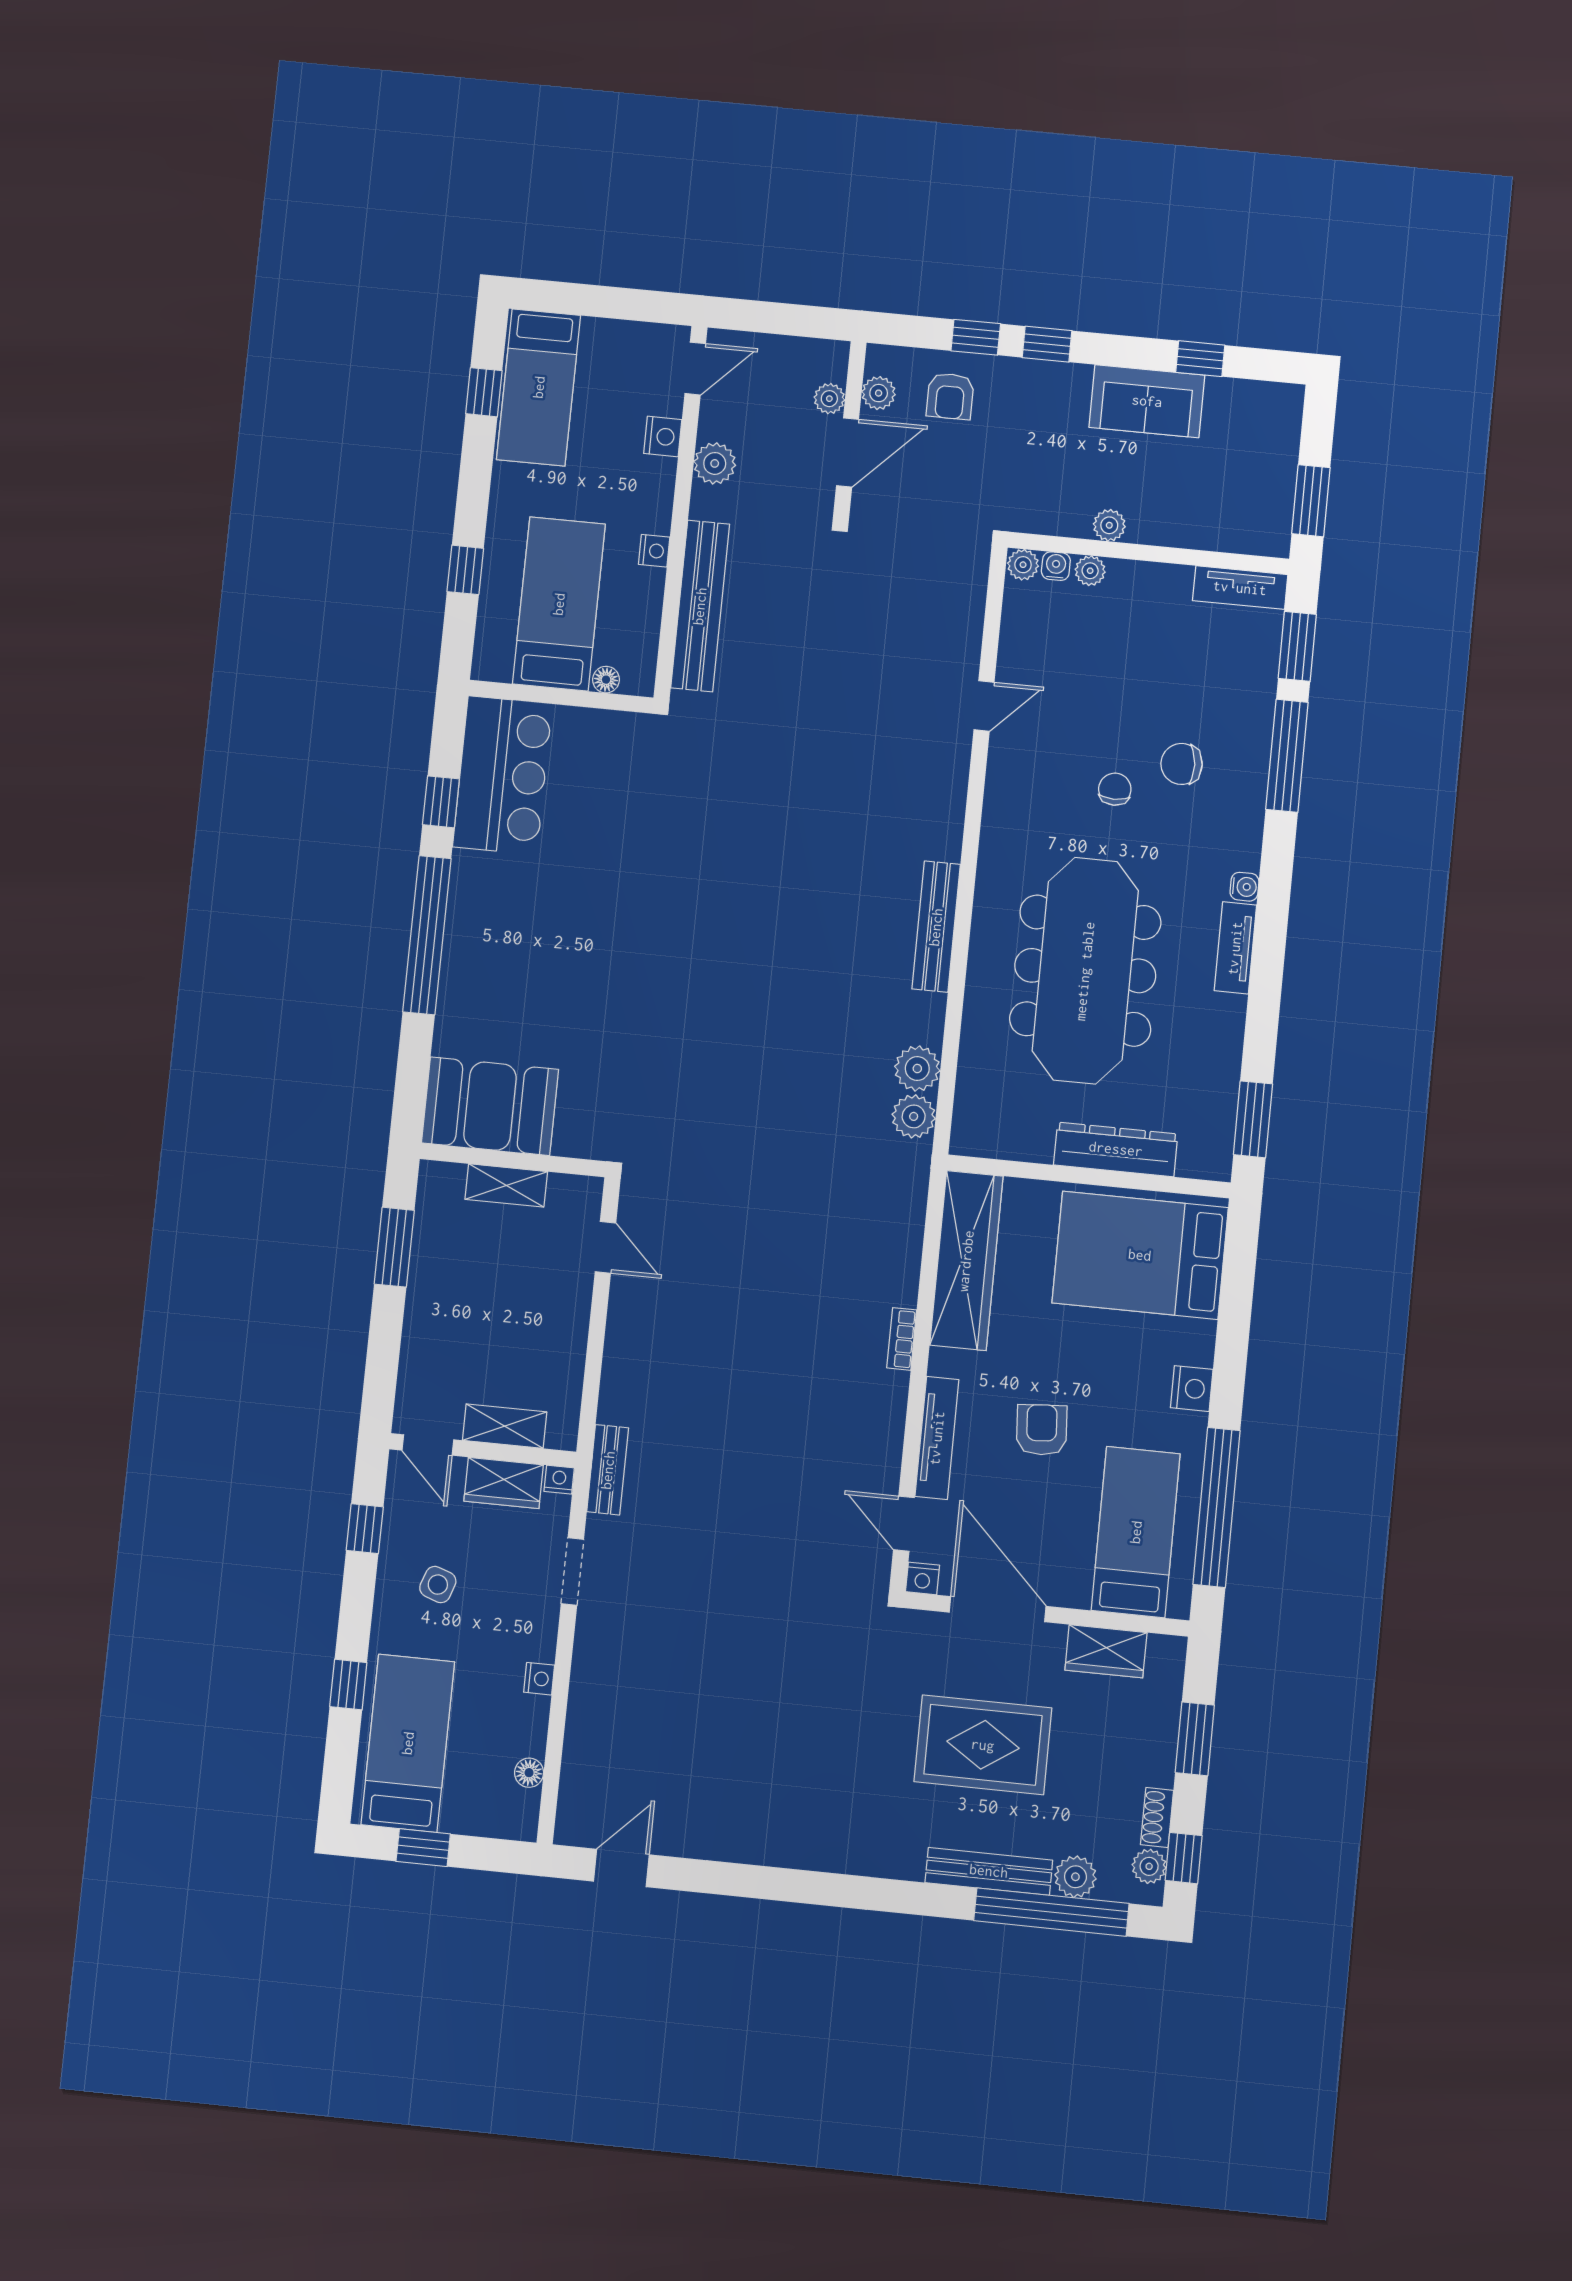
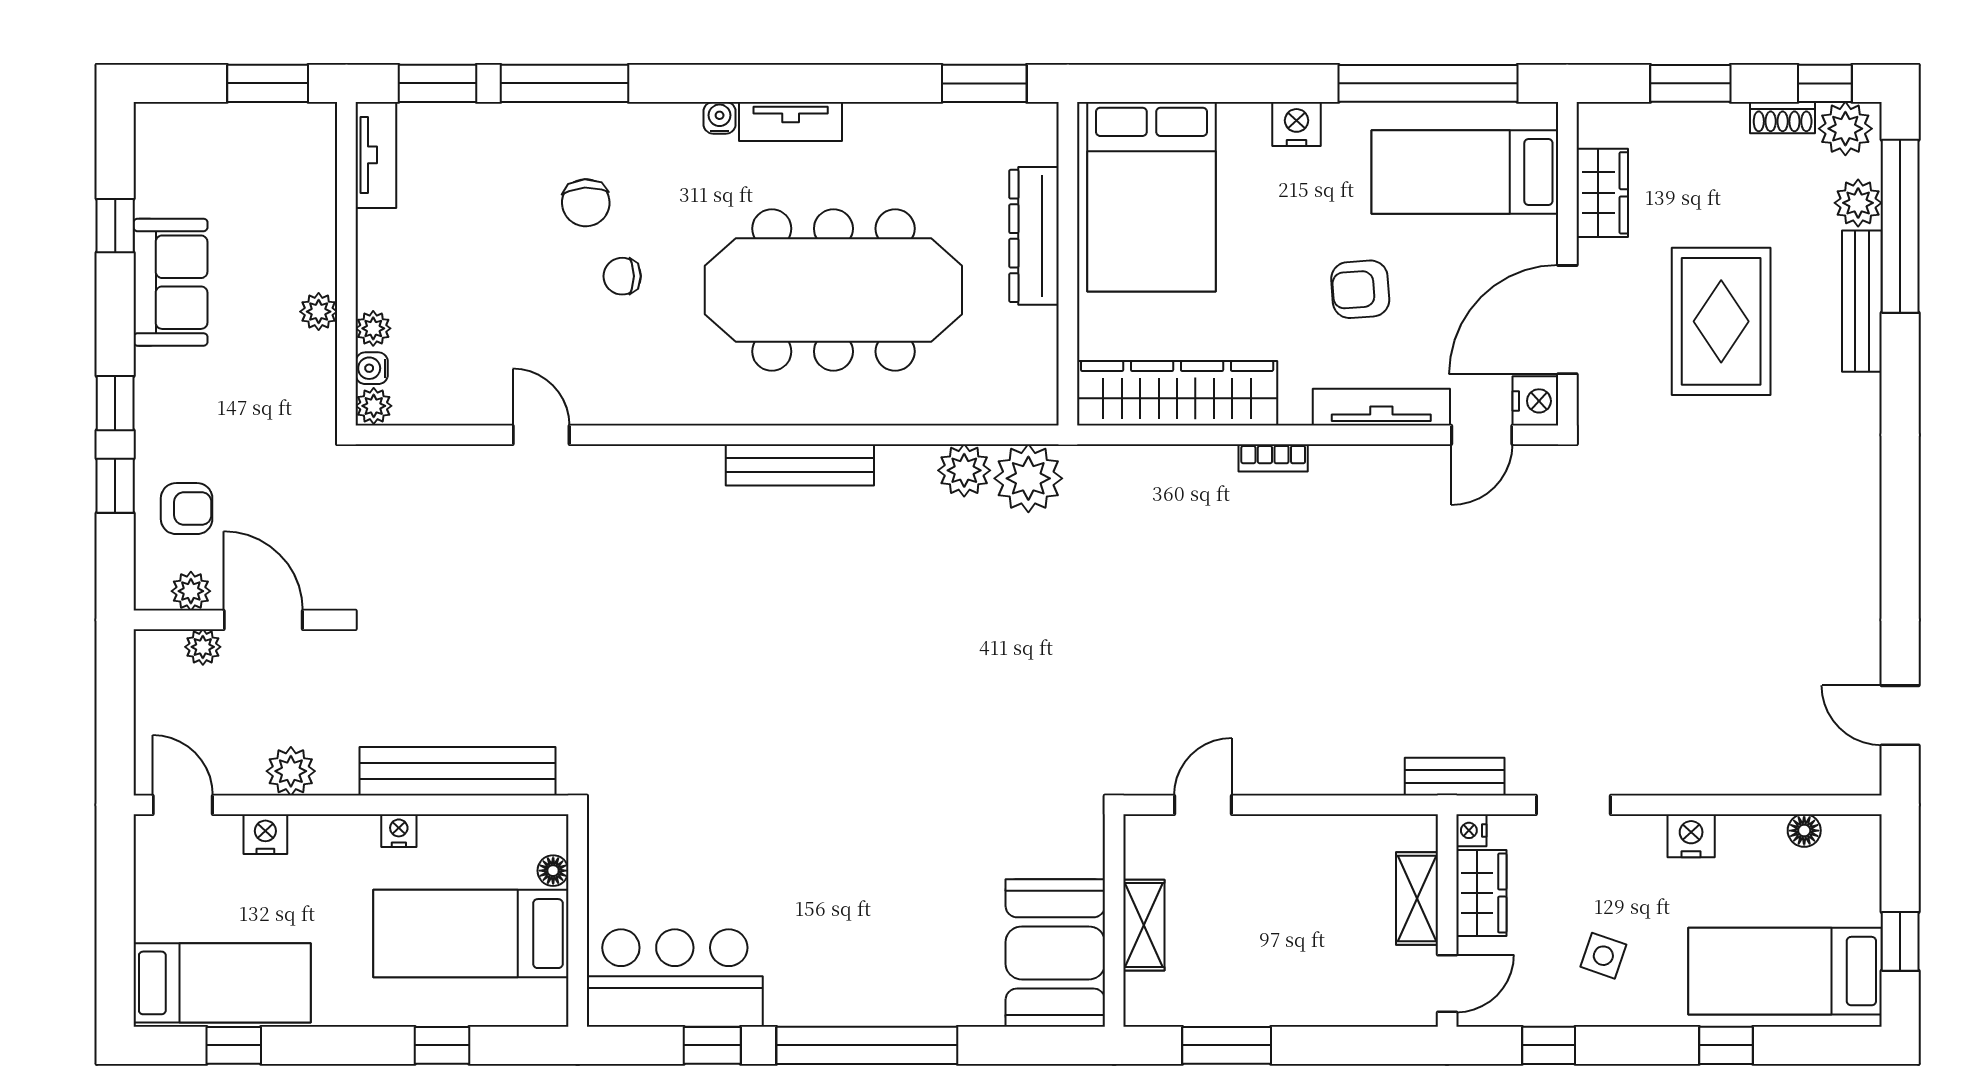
plant: (914, 1116) -> (1028, 478), width x1.36, depth x1.36
nightstand: (922, 1578) -> (1535, 401), width x1.39, depth x1.35
nightstand: (539, 1679) -> (1691, 836), width x1.39, depth x1.35
plant: (1149, 1866) -> (1845, 129), width x1.38, depth x1.38

